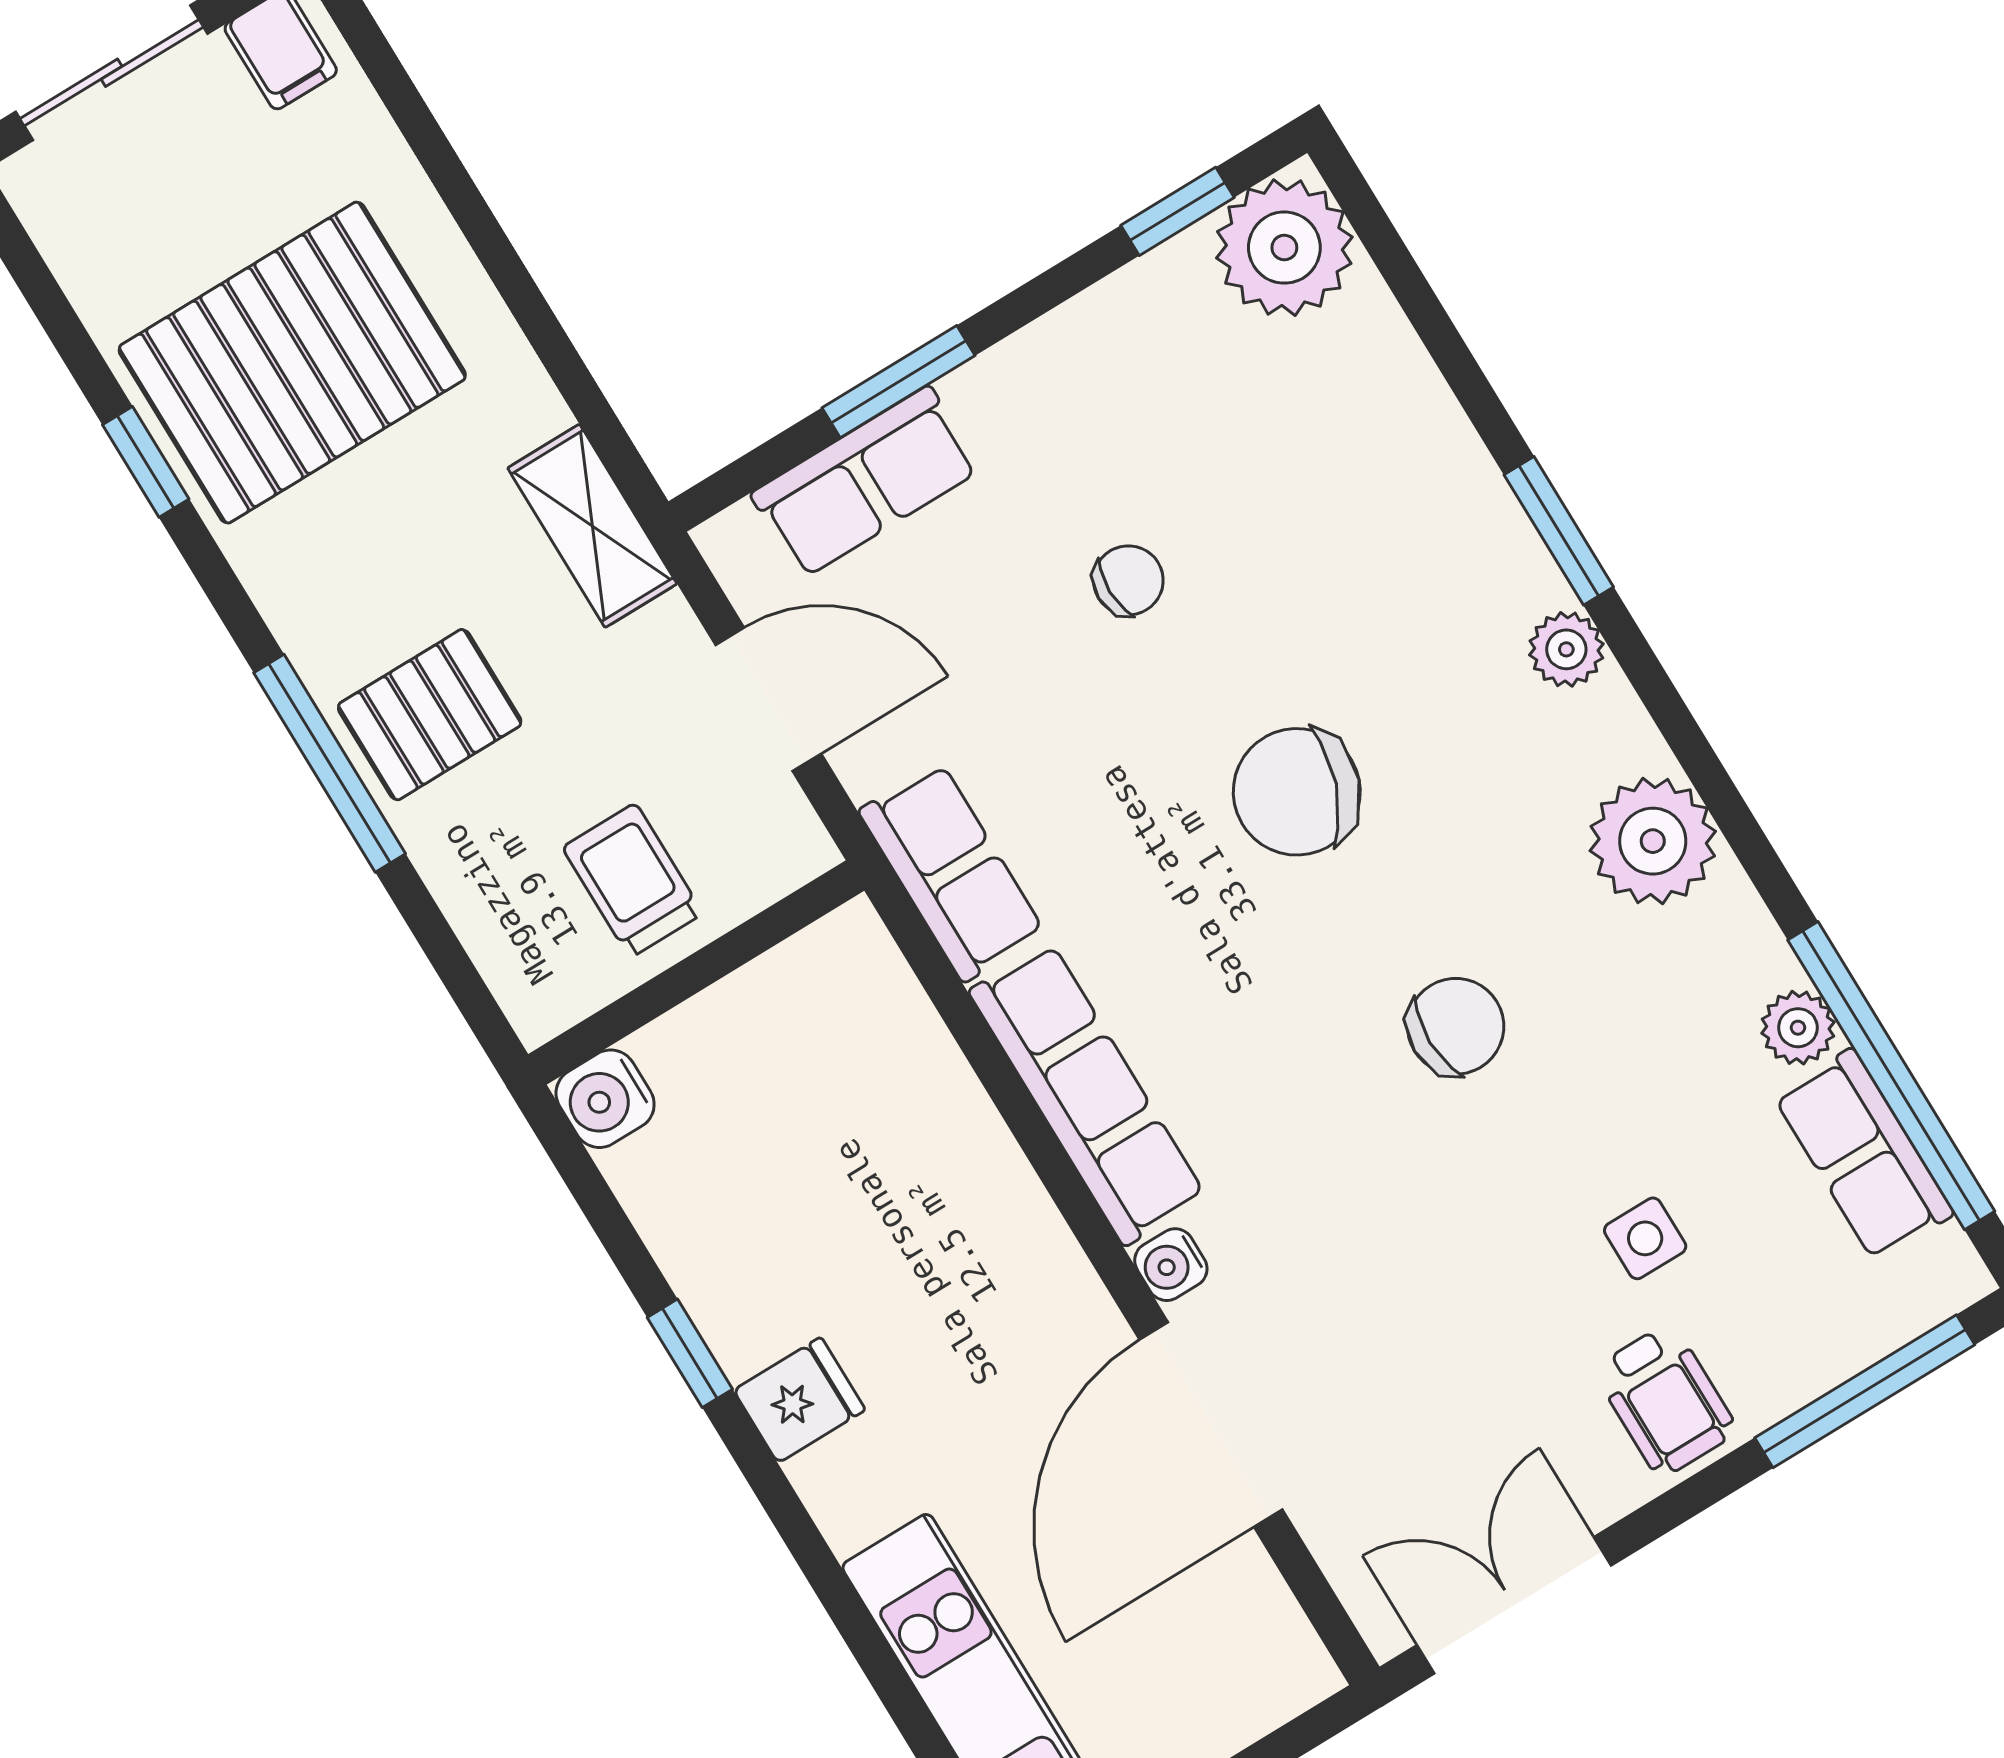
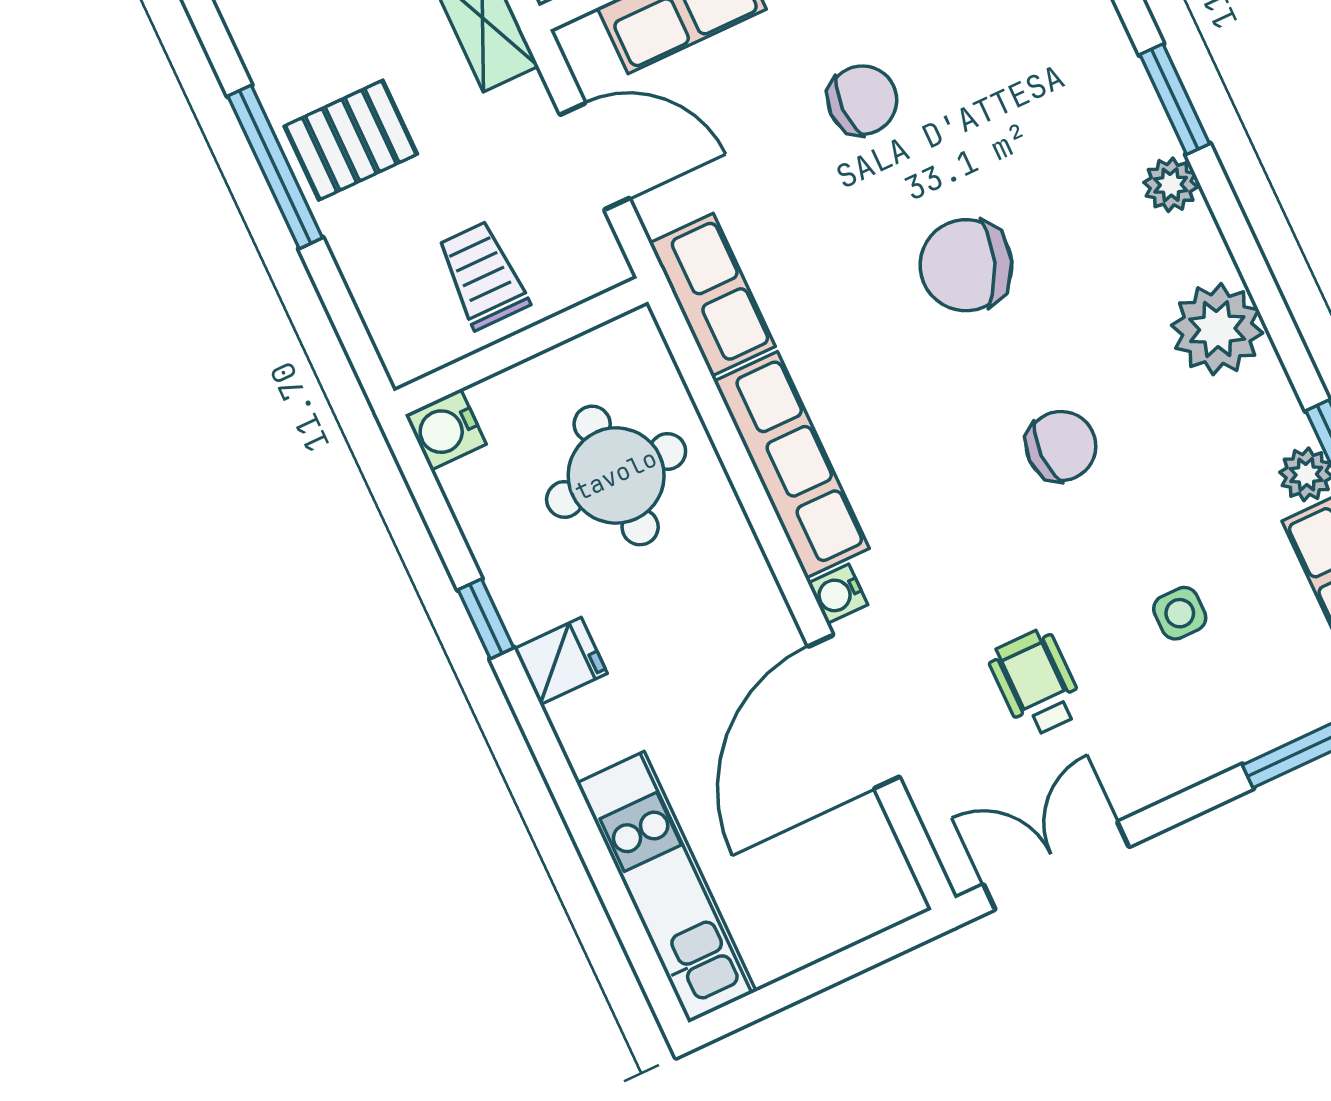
chair: (1128, 580) -> (862, 100), width x1.37, depth x1.37
round table: (847, 1136) -> (616, 475), added
wheelchair: (1665, 1400) -> (1036, 683), moved, turned 180

